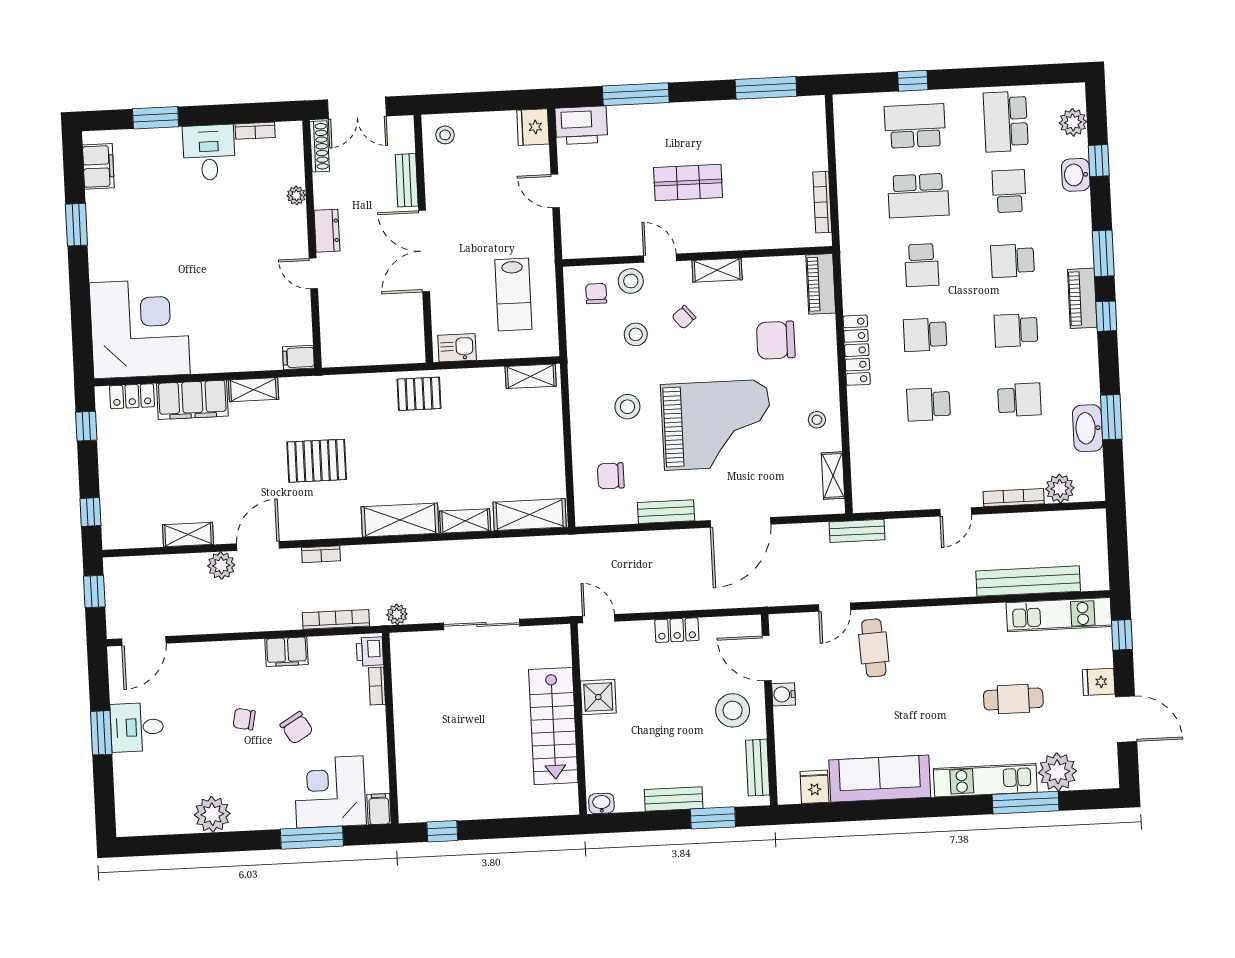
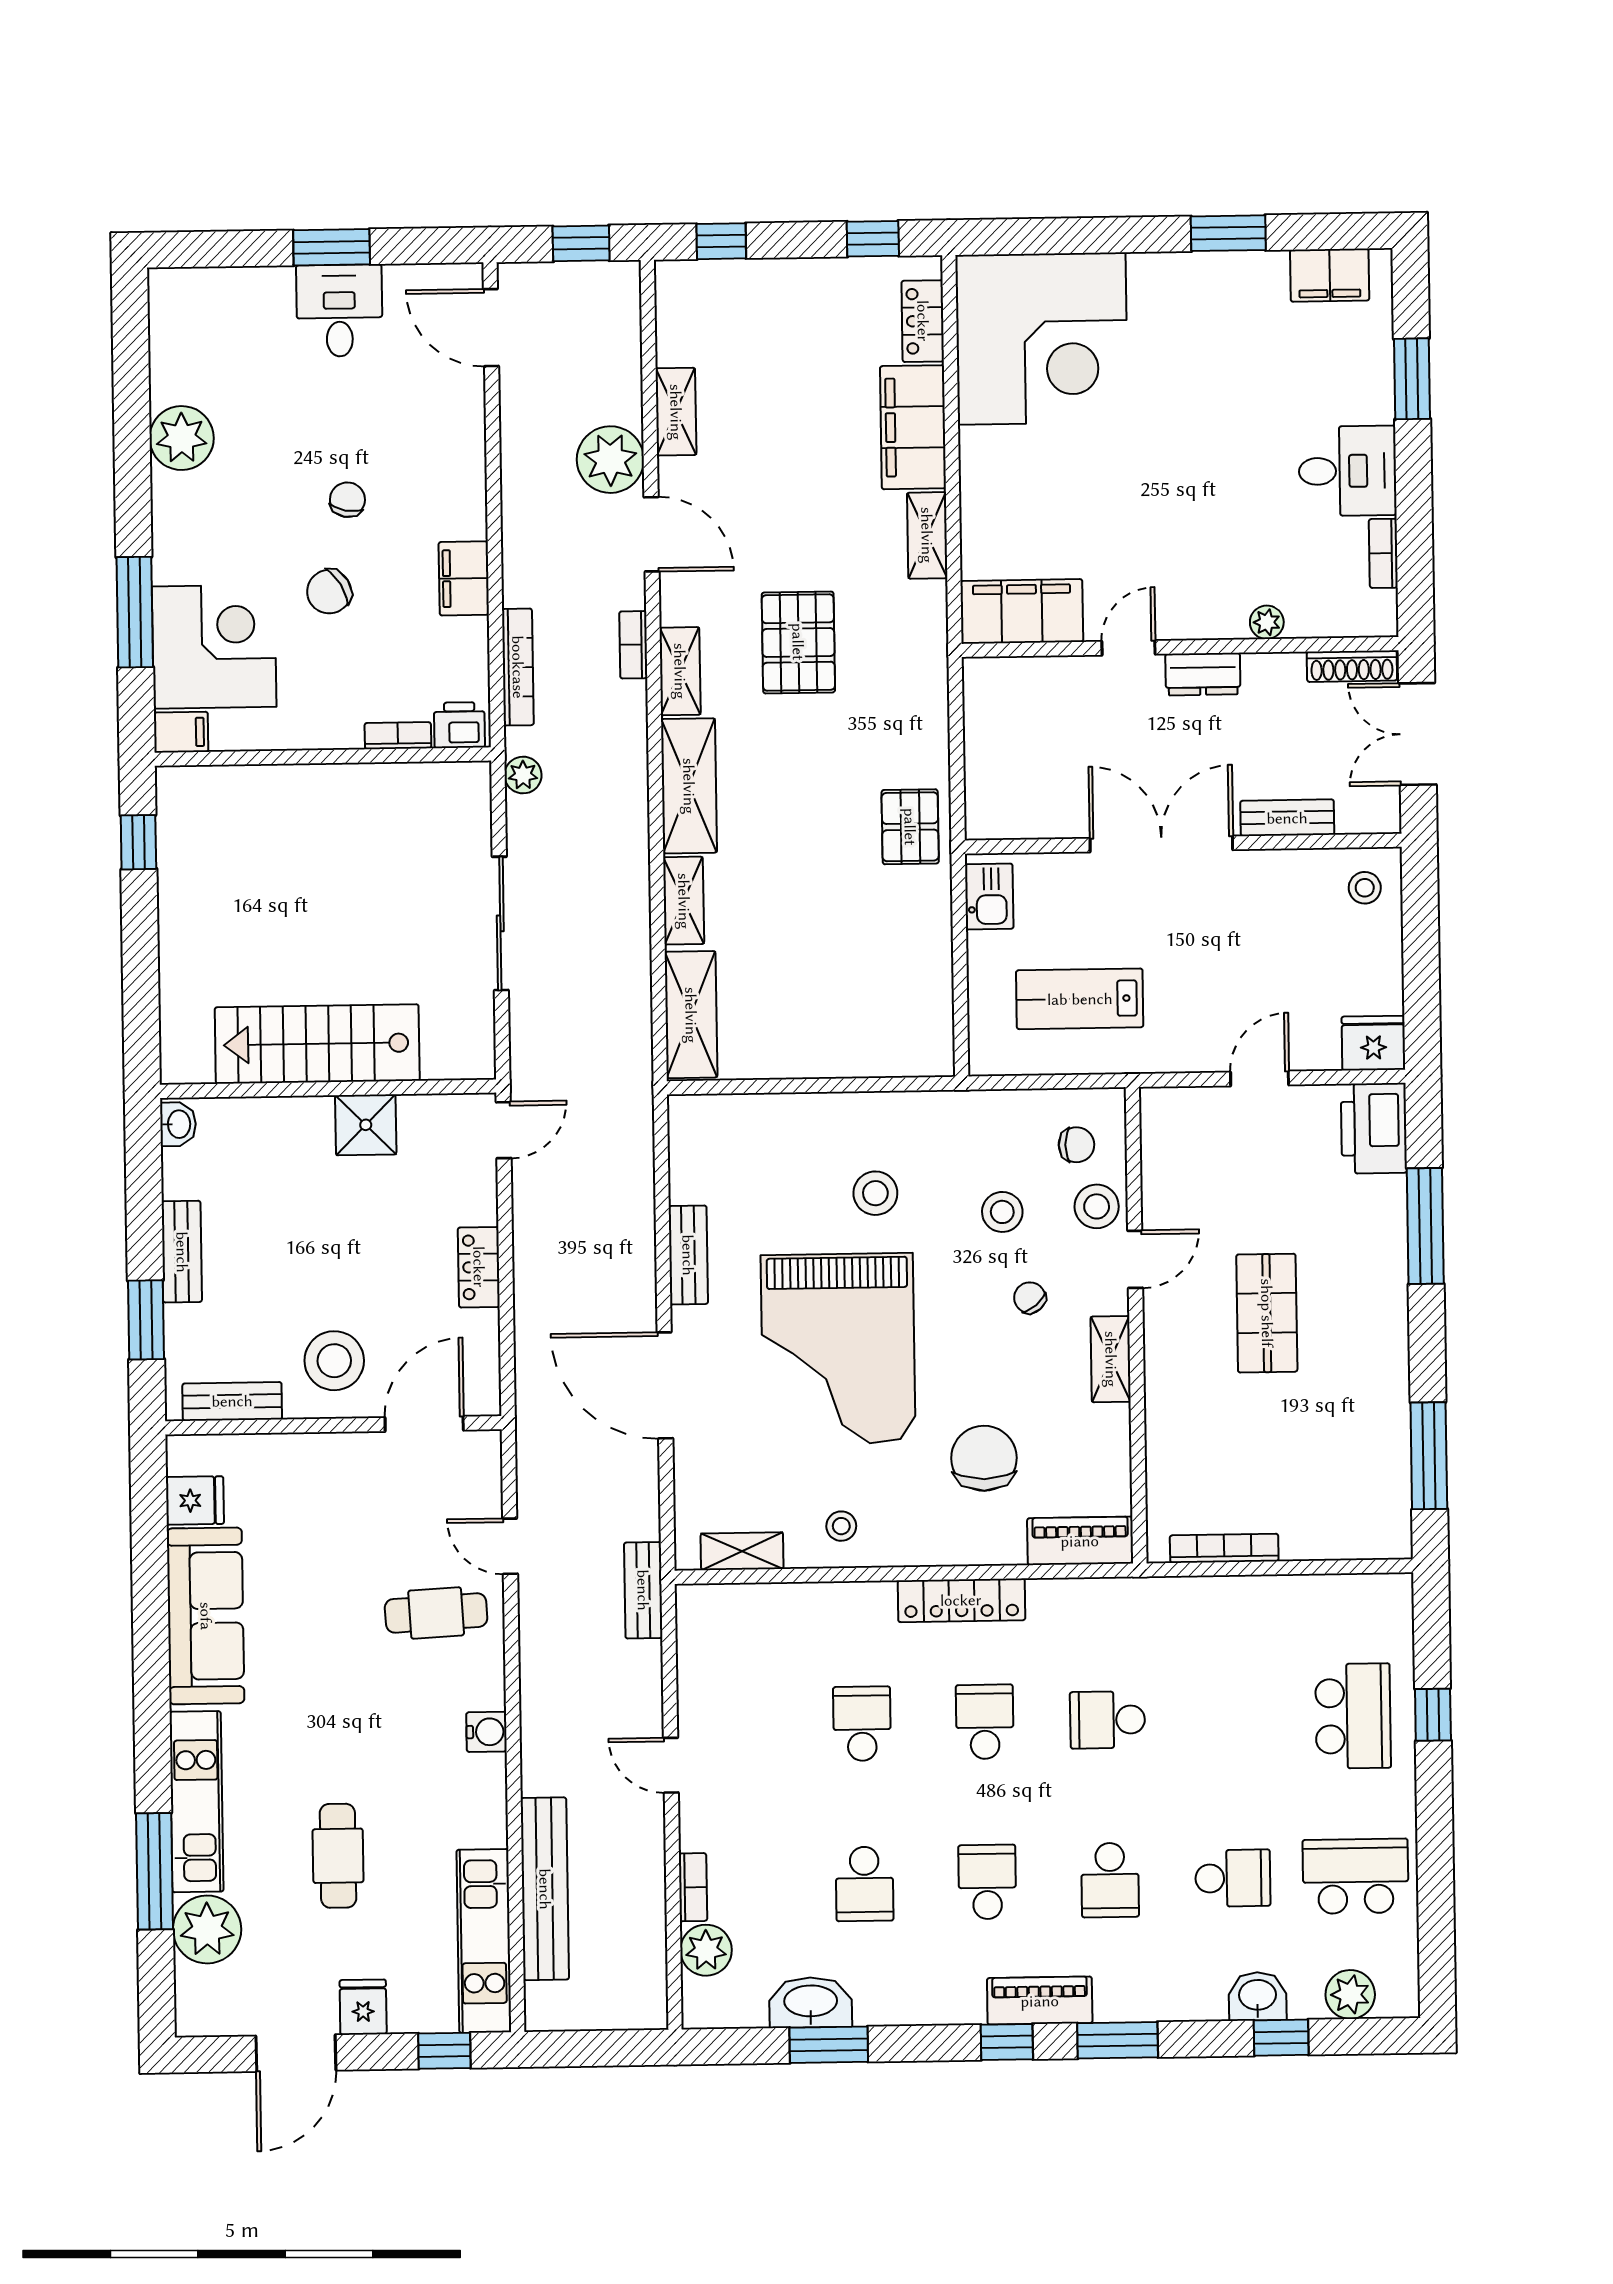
school desk: (918, 196) -> (1230, 1718), removed
school desk: (1013, 261) -> (1110, 1880), turned 180
filing cabinet: (298, 357) -> (1022, 611), width x3.00, depth x1.17
shelving: (531, 376) -> (680, 671), moved
chair: (611, 476) -> (754, 1160), removed
bookcase: (1014, 498) -> (693, 1887), width x0.64
plant: (221, 565) -> (610, 460), width x1.36, depth x1.36
water cooler: (784, 694) -> (487, 1732), moved, turned 90

